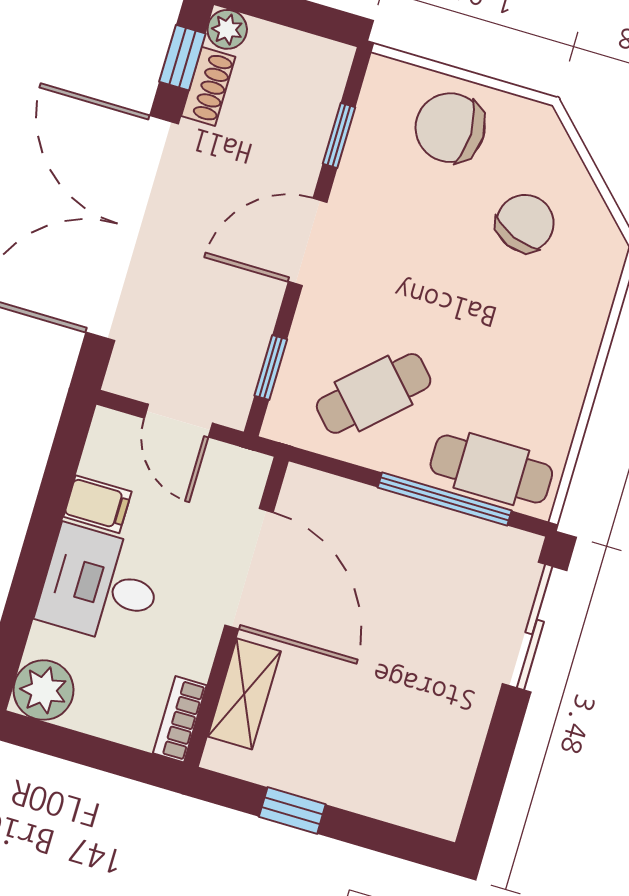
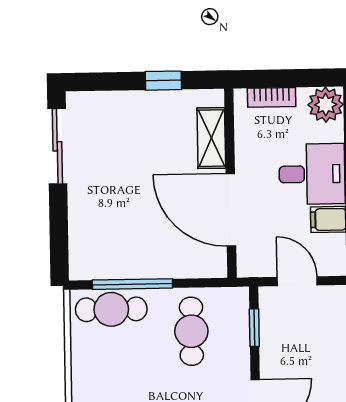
cafe table: (374, 393) -> (191, 331), turned -47
sliding door: (535, 627) -> (57, 146), moved
bookcase: (180, 719) -> (272, 97), moved, turned 90

